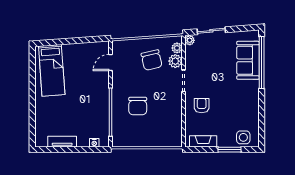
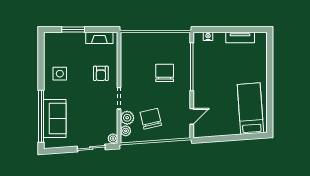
side table: (243, 137) -> (60, 74), moved

